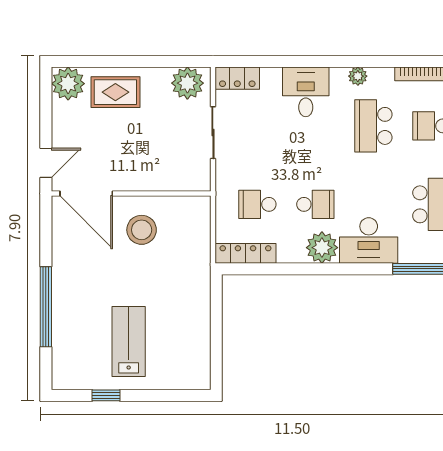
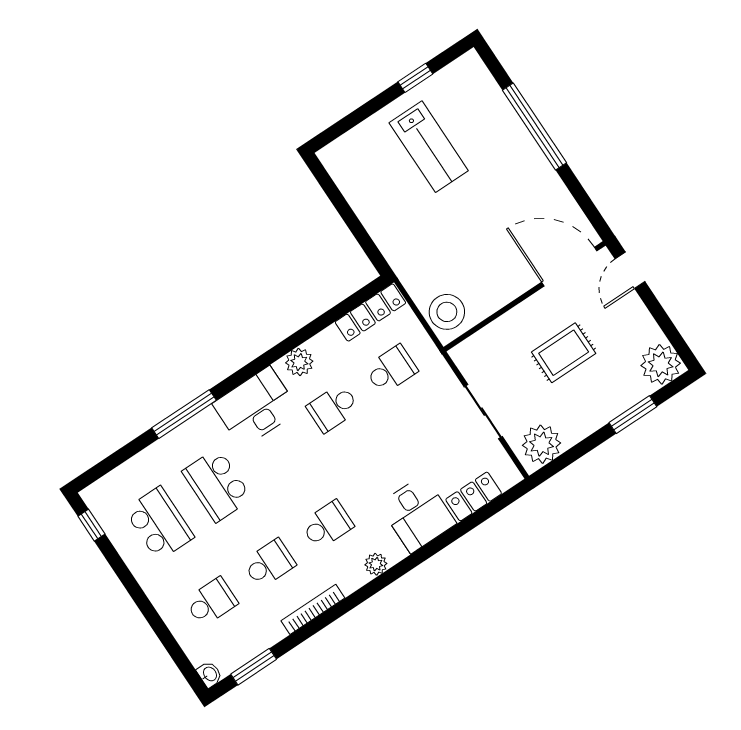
window: (110, 61) -> (633, 415), added
locker: (237, 78) -> (474, 496), moved
rug: (115, 92) -> (564, 353), moved
school desk: (373, 126) -> (327, 525), width x0.54
stool: (142, 230) -> (447, 312), moved
plant: (322, 248) -> (299, 362), width x0.73, depth x0.73

